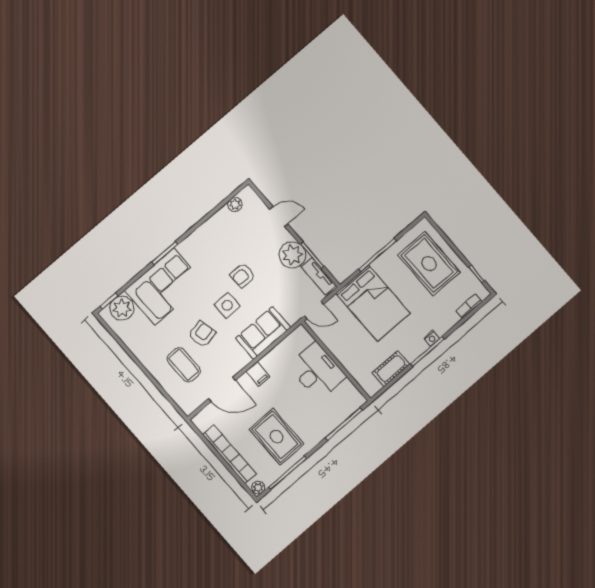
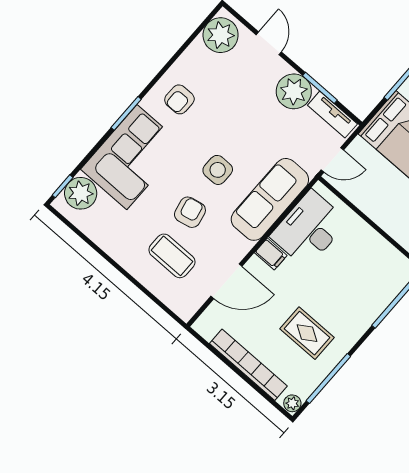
plant: (235, 204) -> (221, 35), width x1.88, depth x1.88
door: (279, 216) -> (269, 43), hinge flipped
armchair: (243, 275) -> (179, 99), moved
sofa: (263, 333) -> (270, 199), width x1.36
desk: (317, 371) -> (309, 229), moved, turned -90
rug: (277, 437) -> (307, 333), width x0.73, depth x0.70

